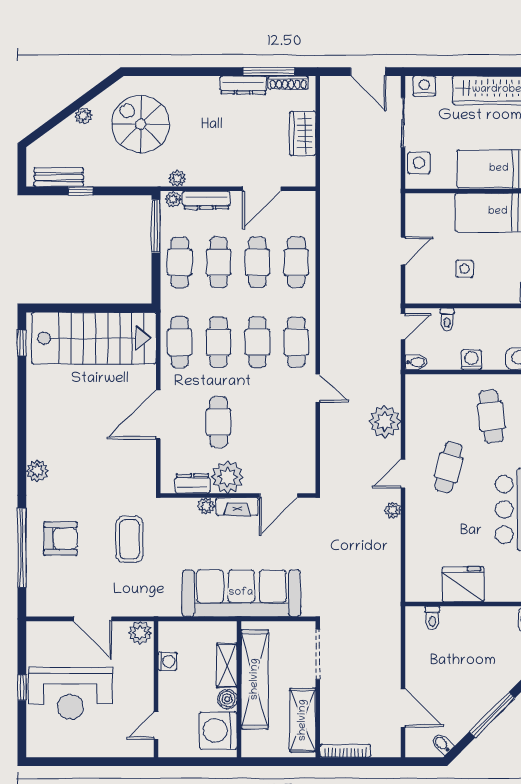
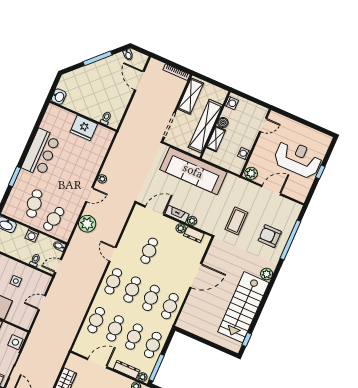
stairs: (94, 338) -> (243, 307), moved, turned -90
cafe table: (219, 422) -> (149, 251), moved
cafe table: (449, 467) -> (54, 219), moved
plant: (228, 477) -> (181, 228), width x0.53, depth x0.53
door: (93, 619) -> (271, 190), hinge flipped
washing machine: (218, 730) -> (232, 103), width x0.53, depth x0.53

